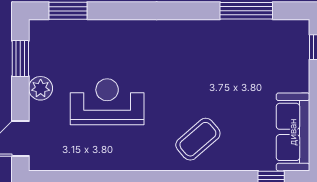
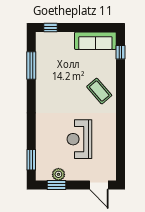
plant: (41, 88) -> (58, 174), moved

